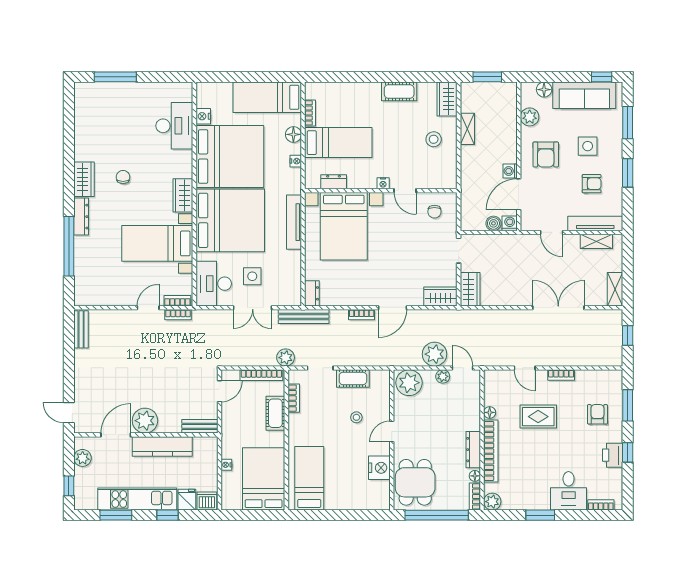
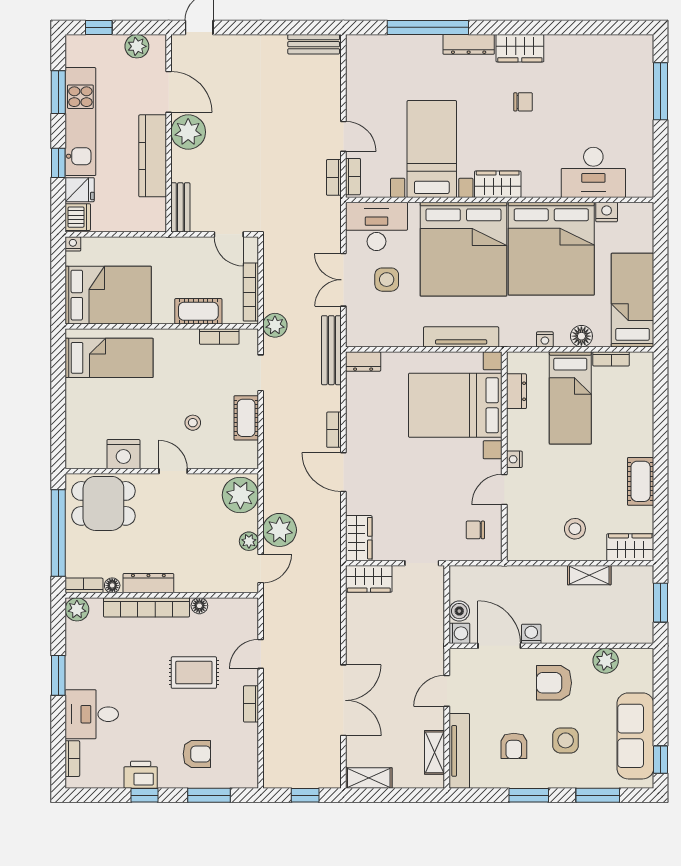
floor lamp: (544, 90) -> (643, 681), removed
rug: (538, 417) -> (194, 673), turned 90
nightstand: (226, 465) -> (73, 244), moved

